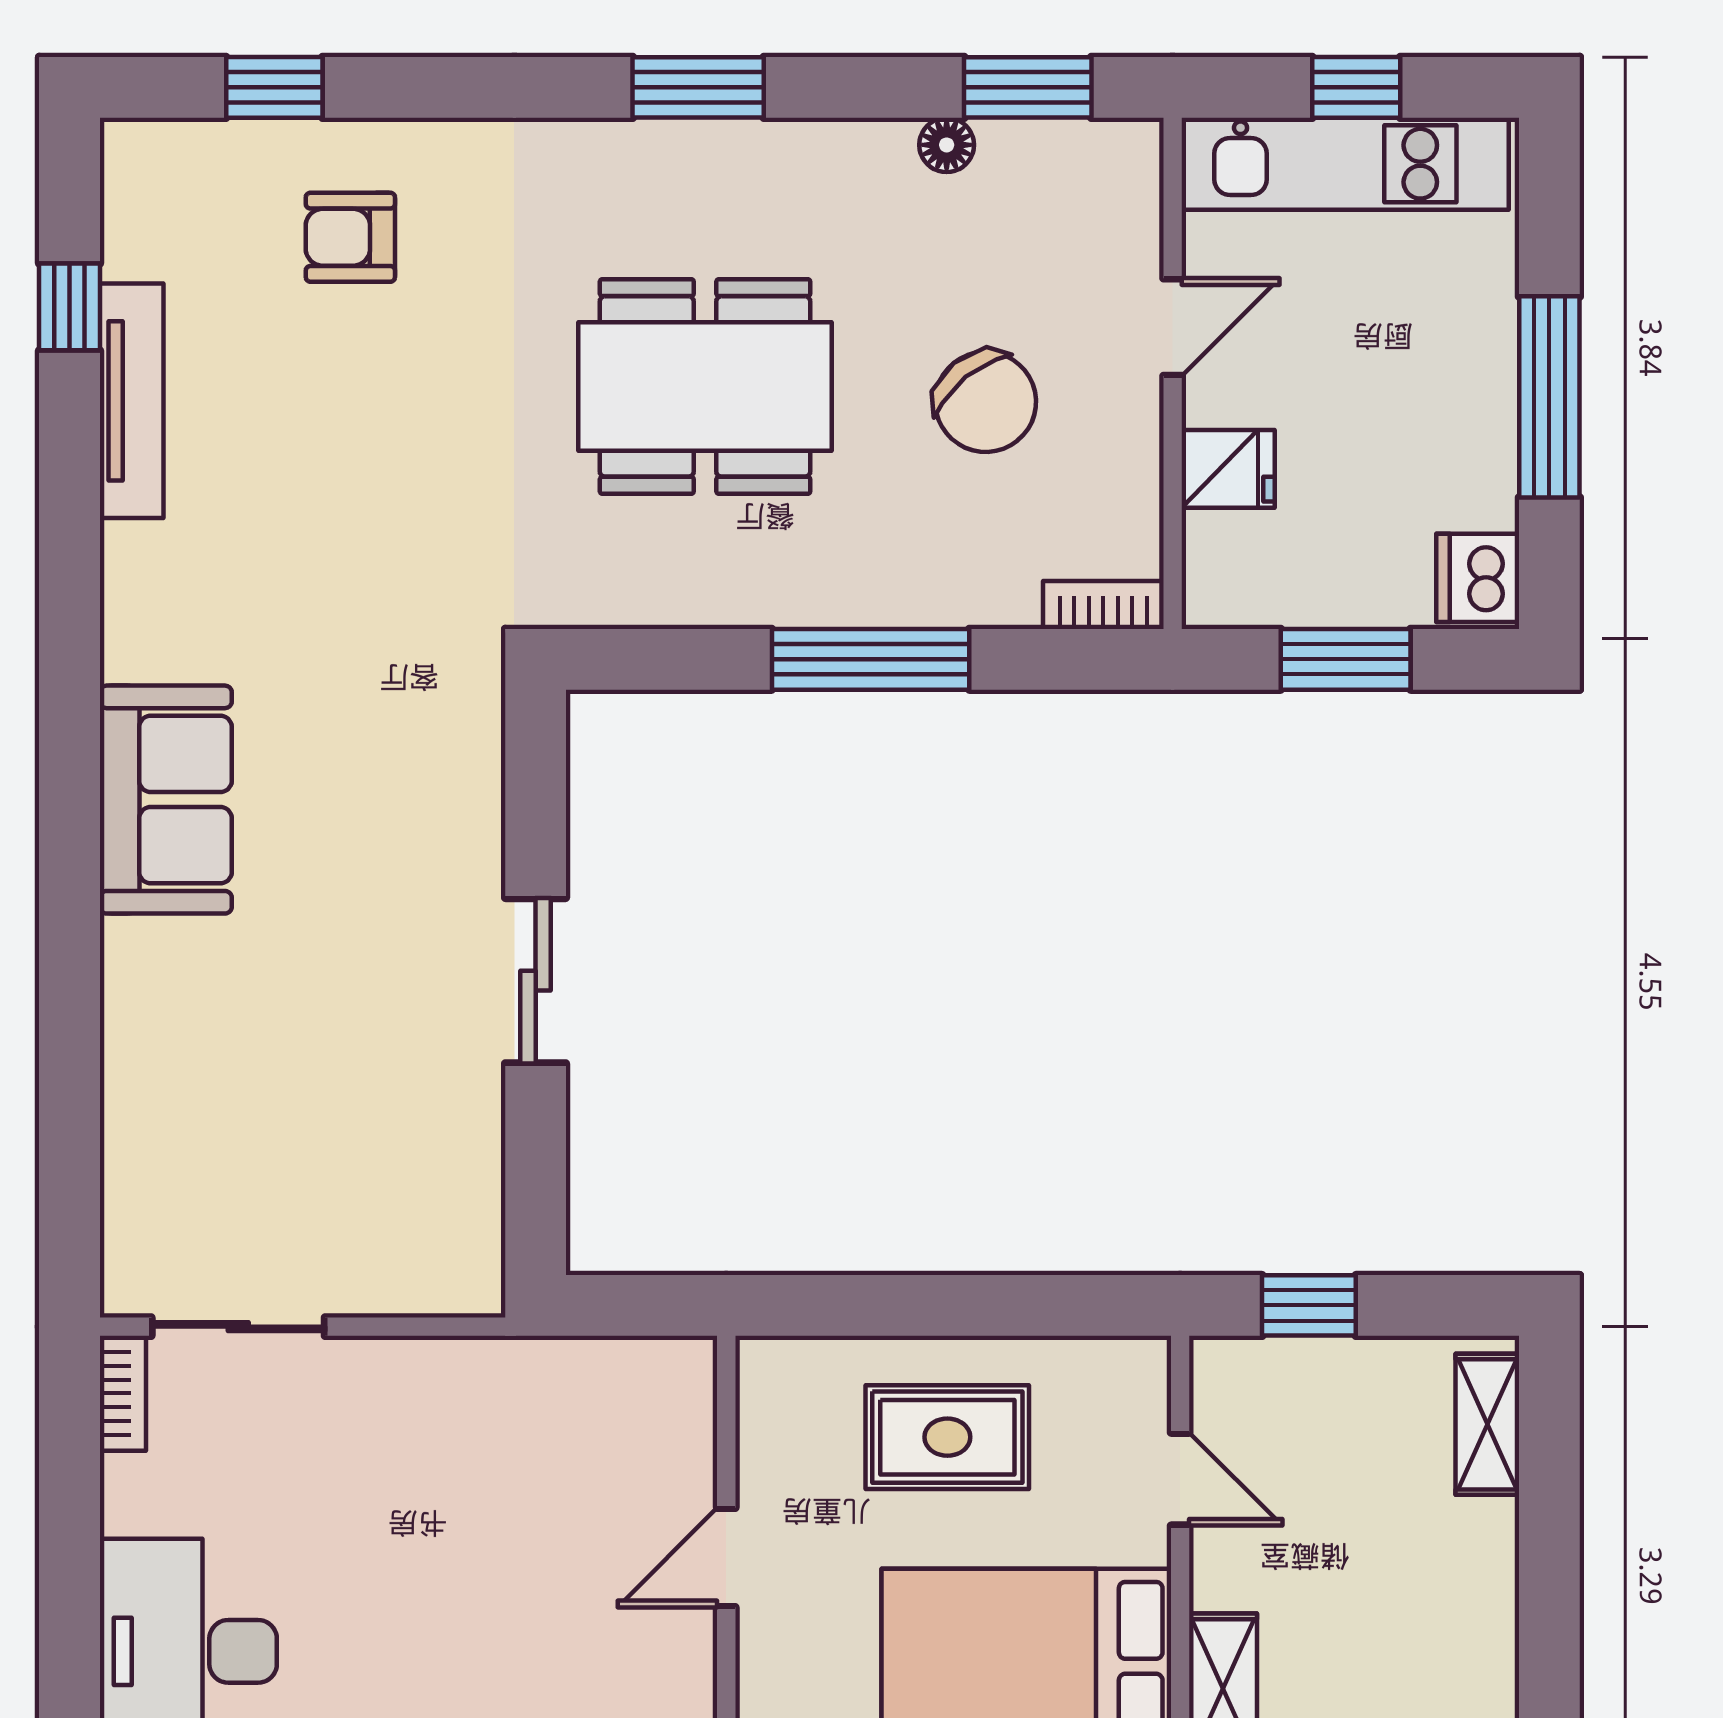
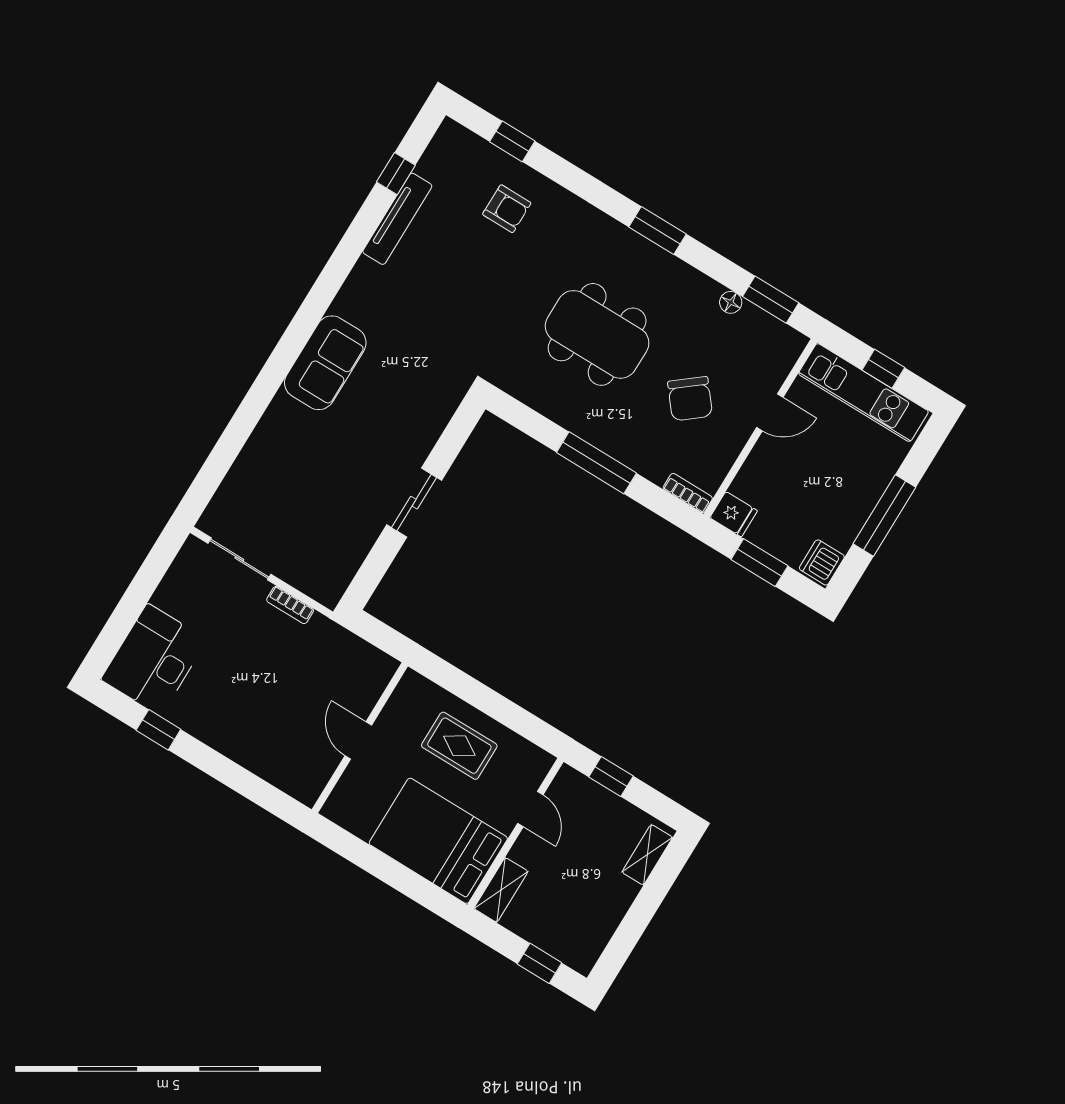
armchair: (350, 237) -> (507, 209), turned 180
fridge: (1228, 469) -> (734, 514), moved
bookcase: (123, 1393) -> (290, 605), moved, turned 90
door: (726, 1558) -> (358, 741), hinge flipped

